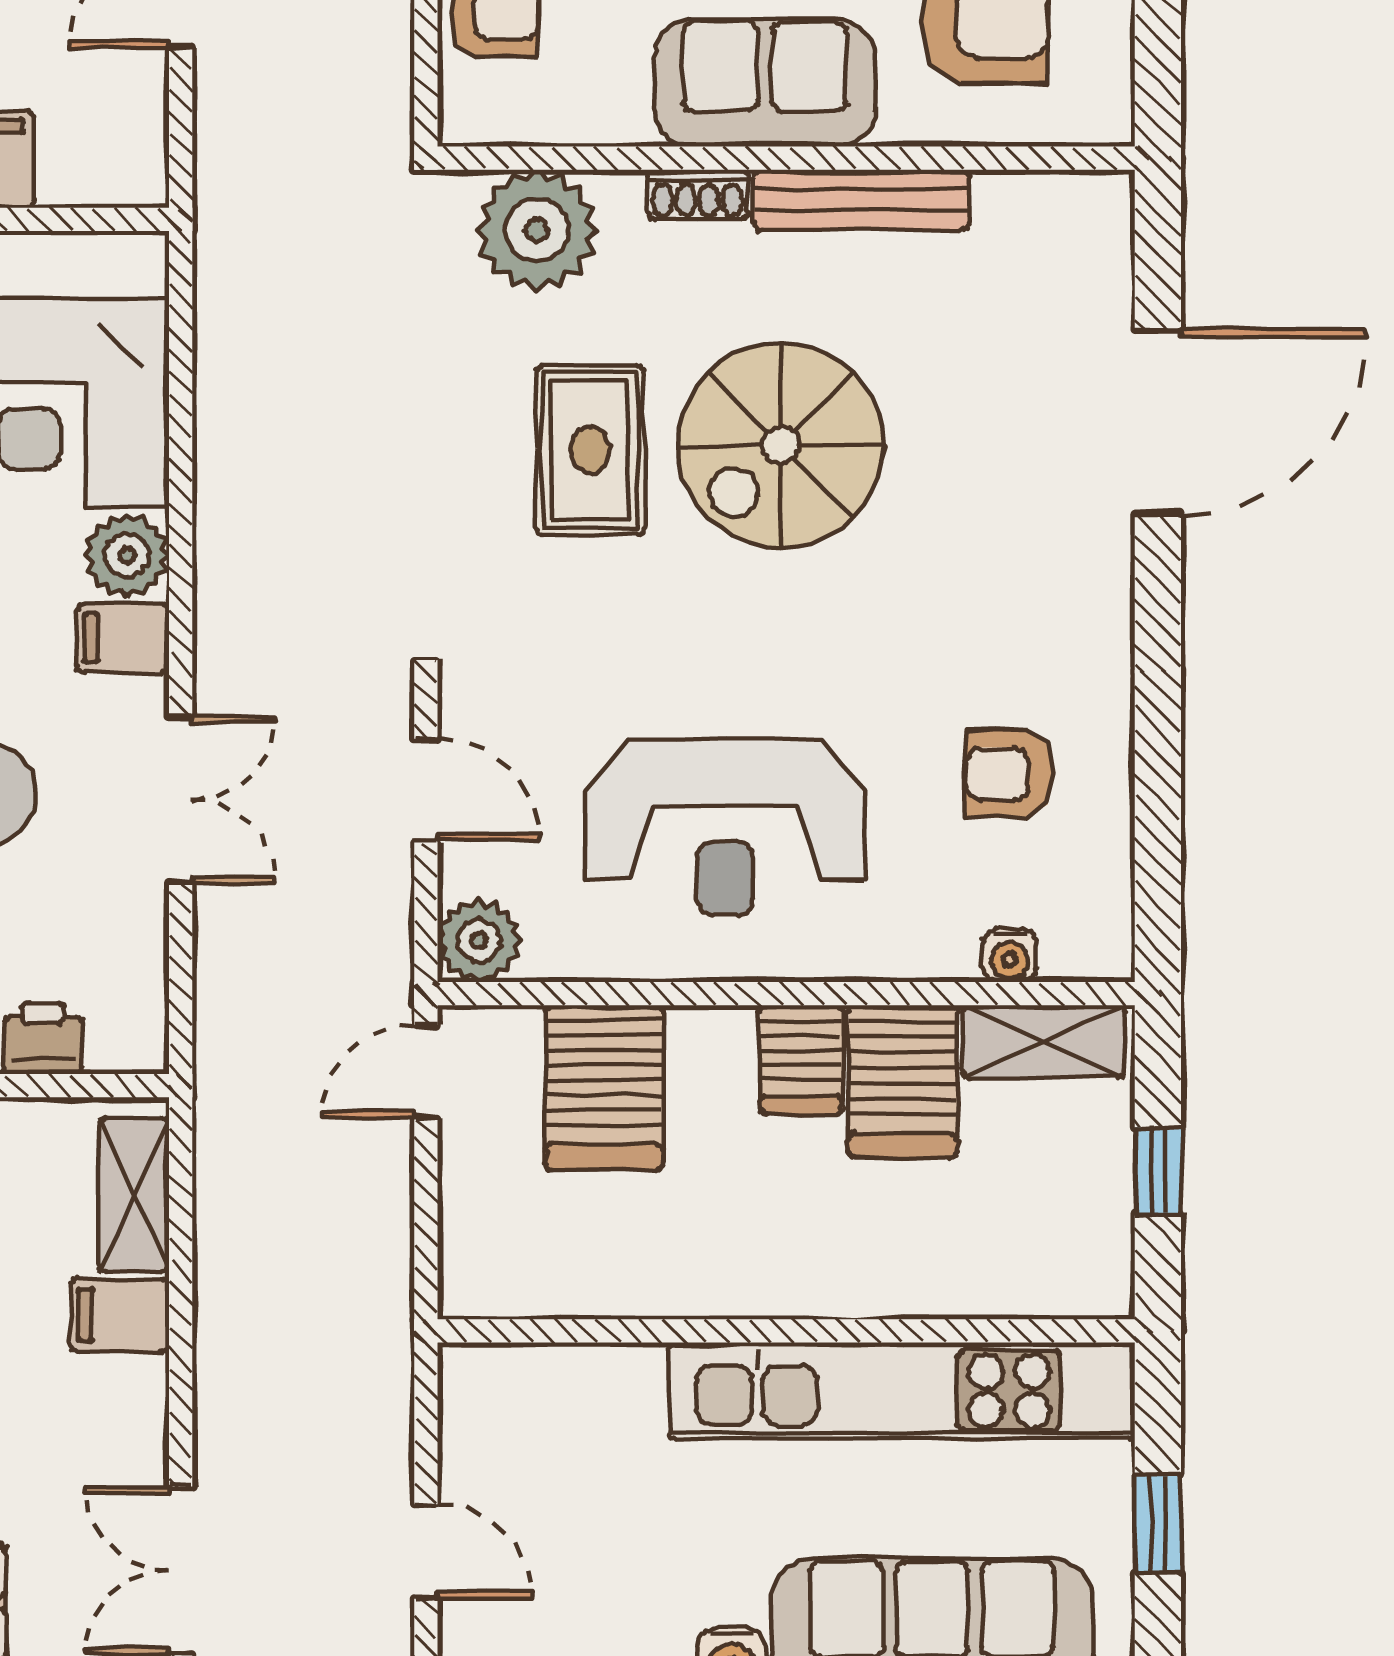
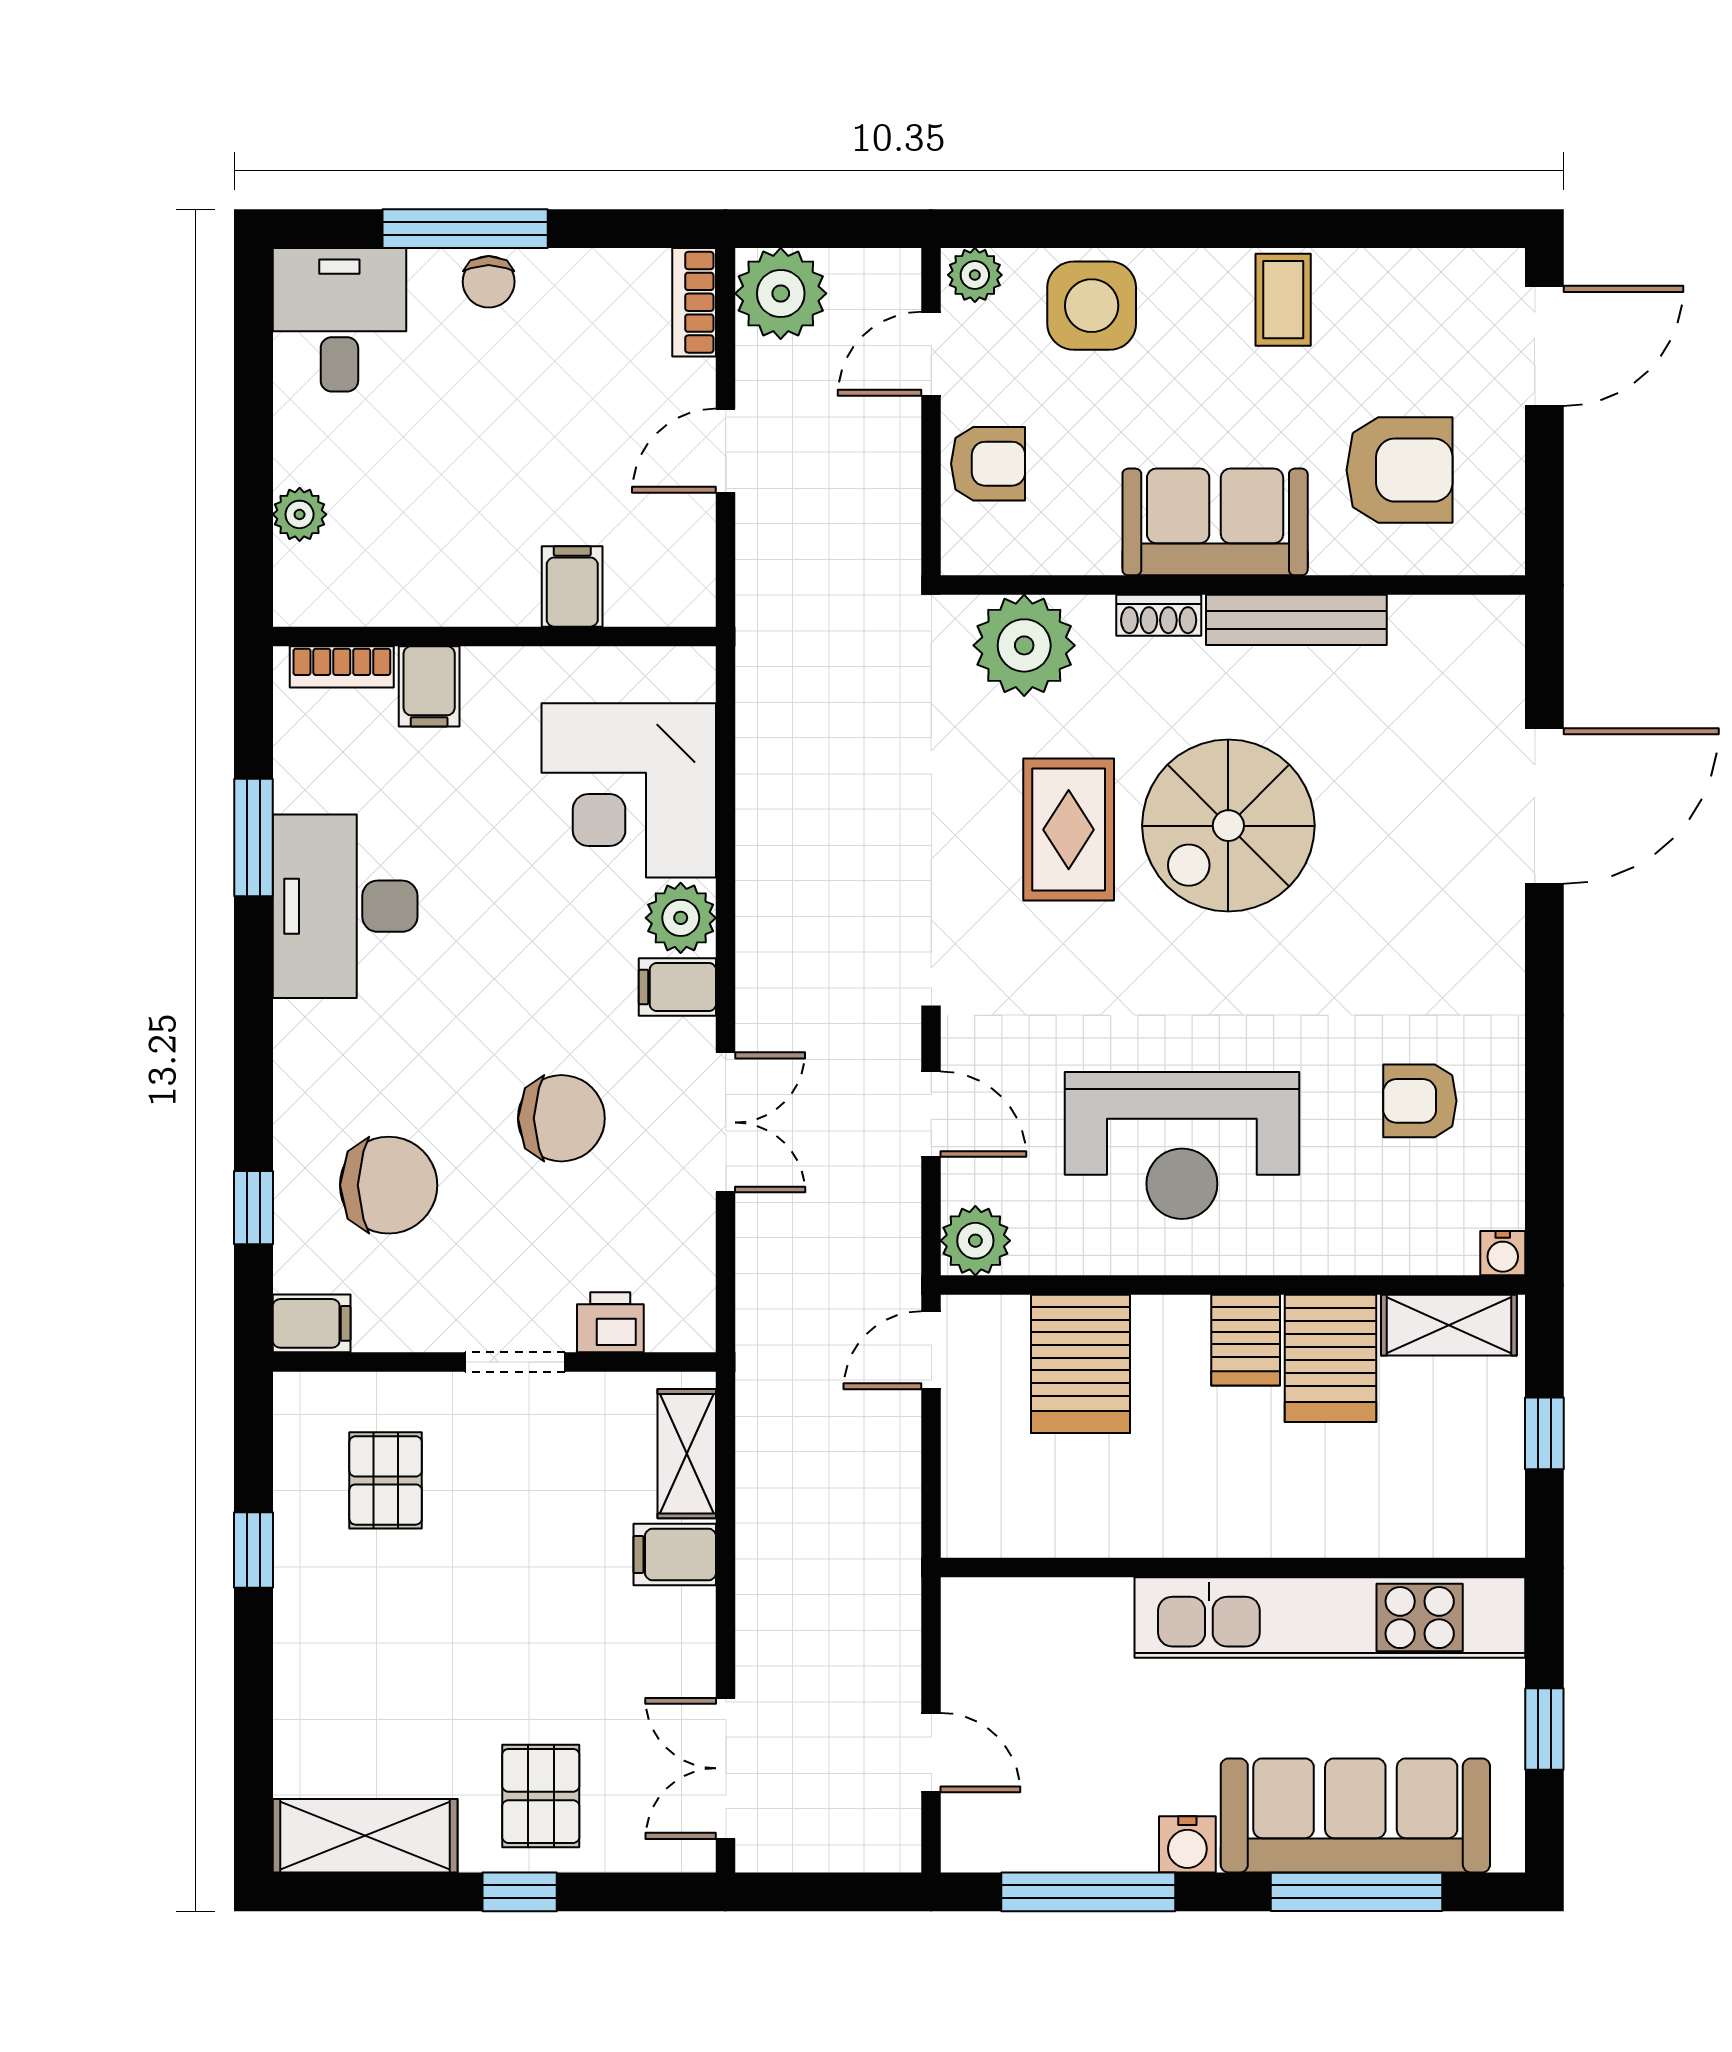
water cooler: (1010, 955) -> (1503, 1253), moved

